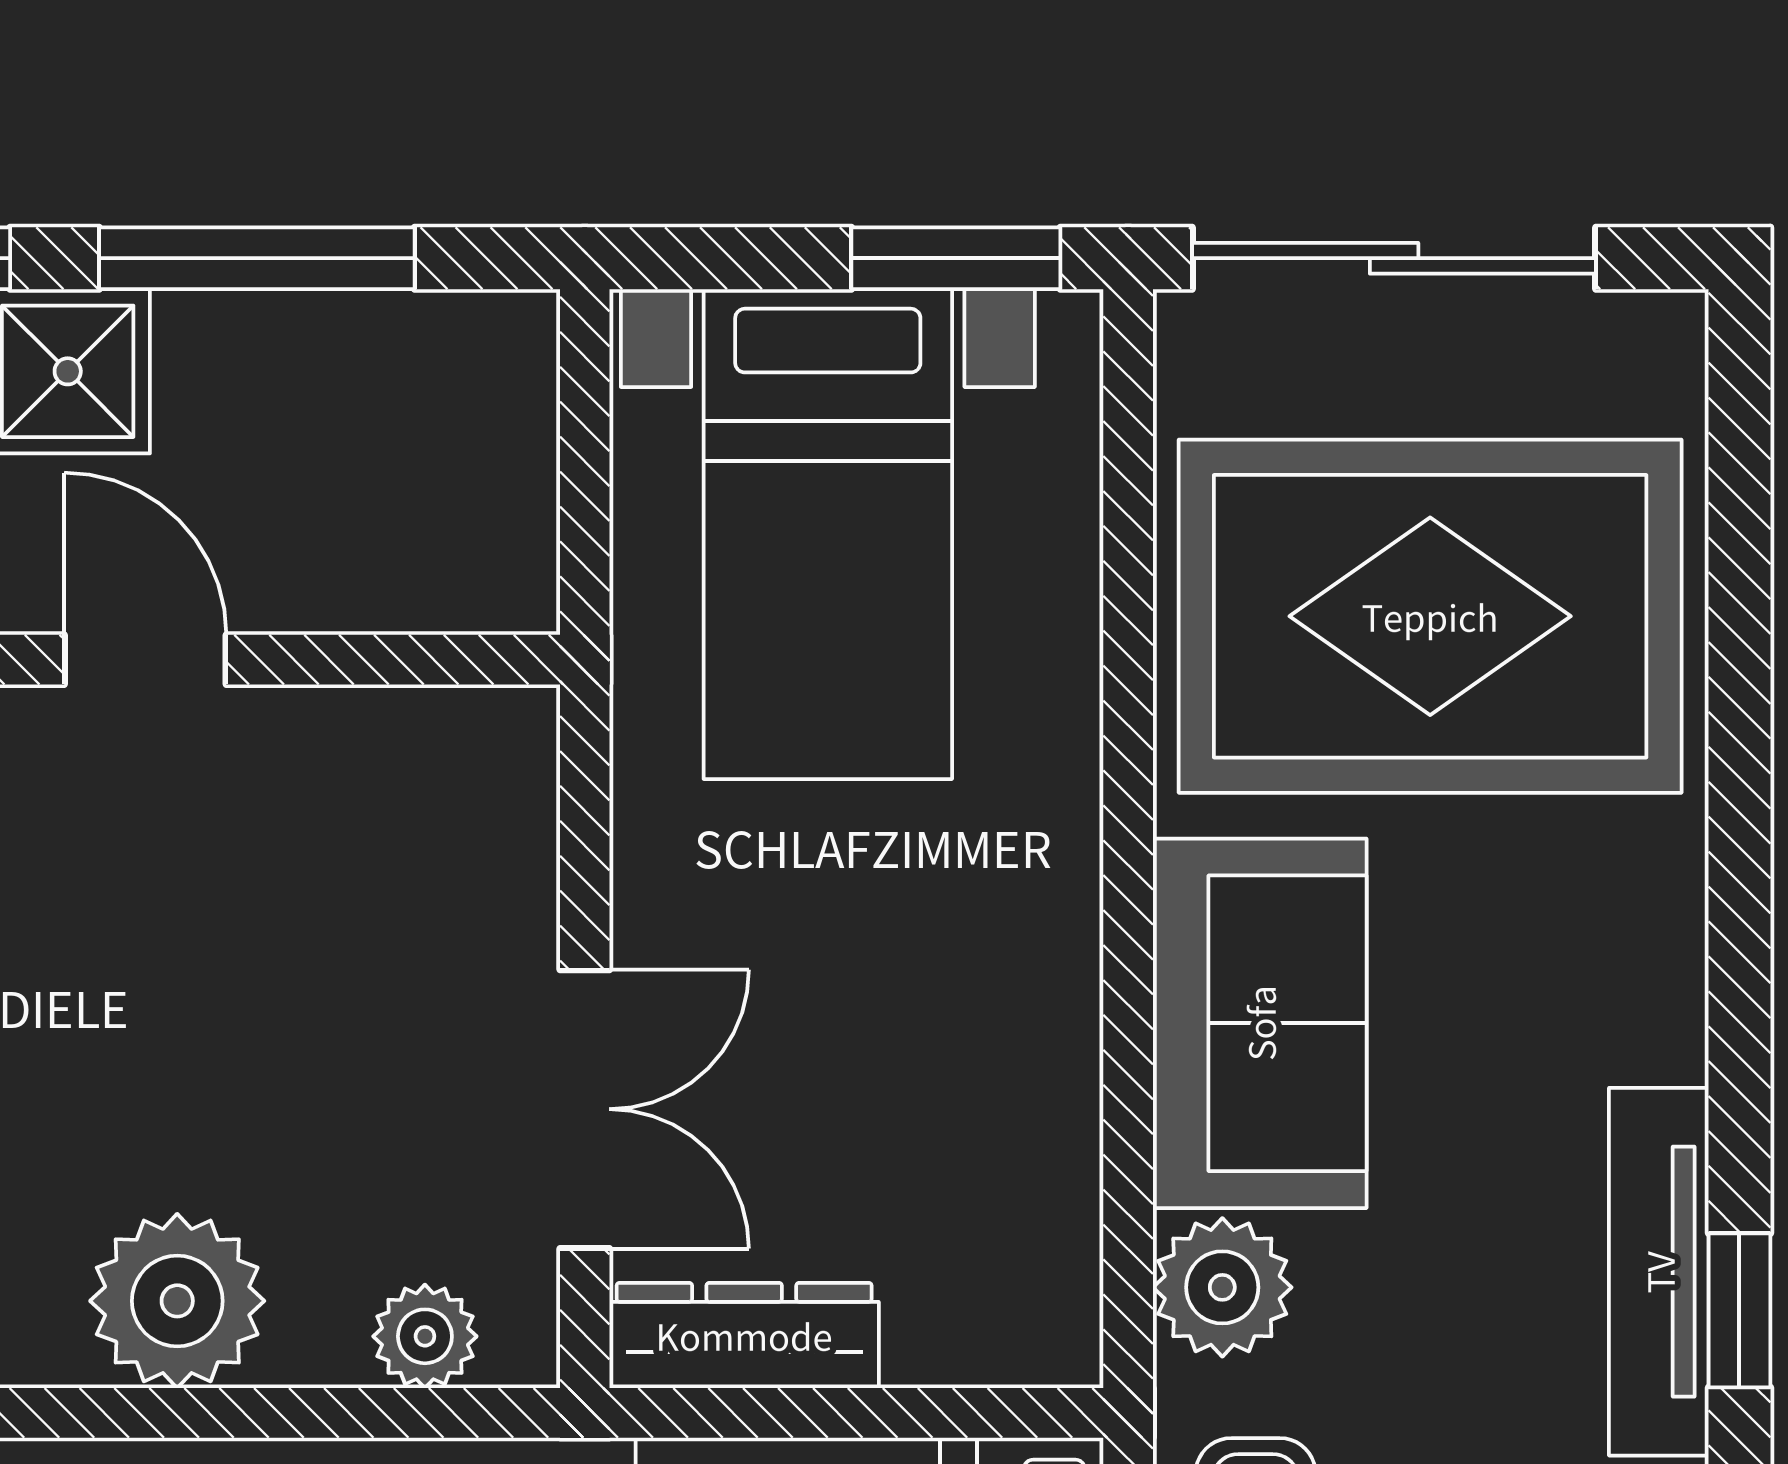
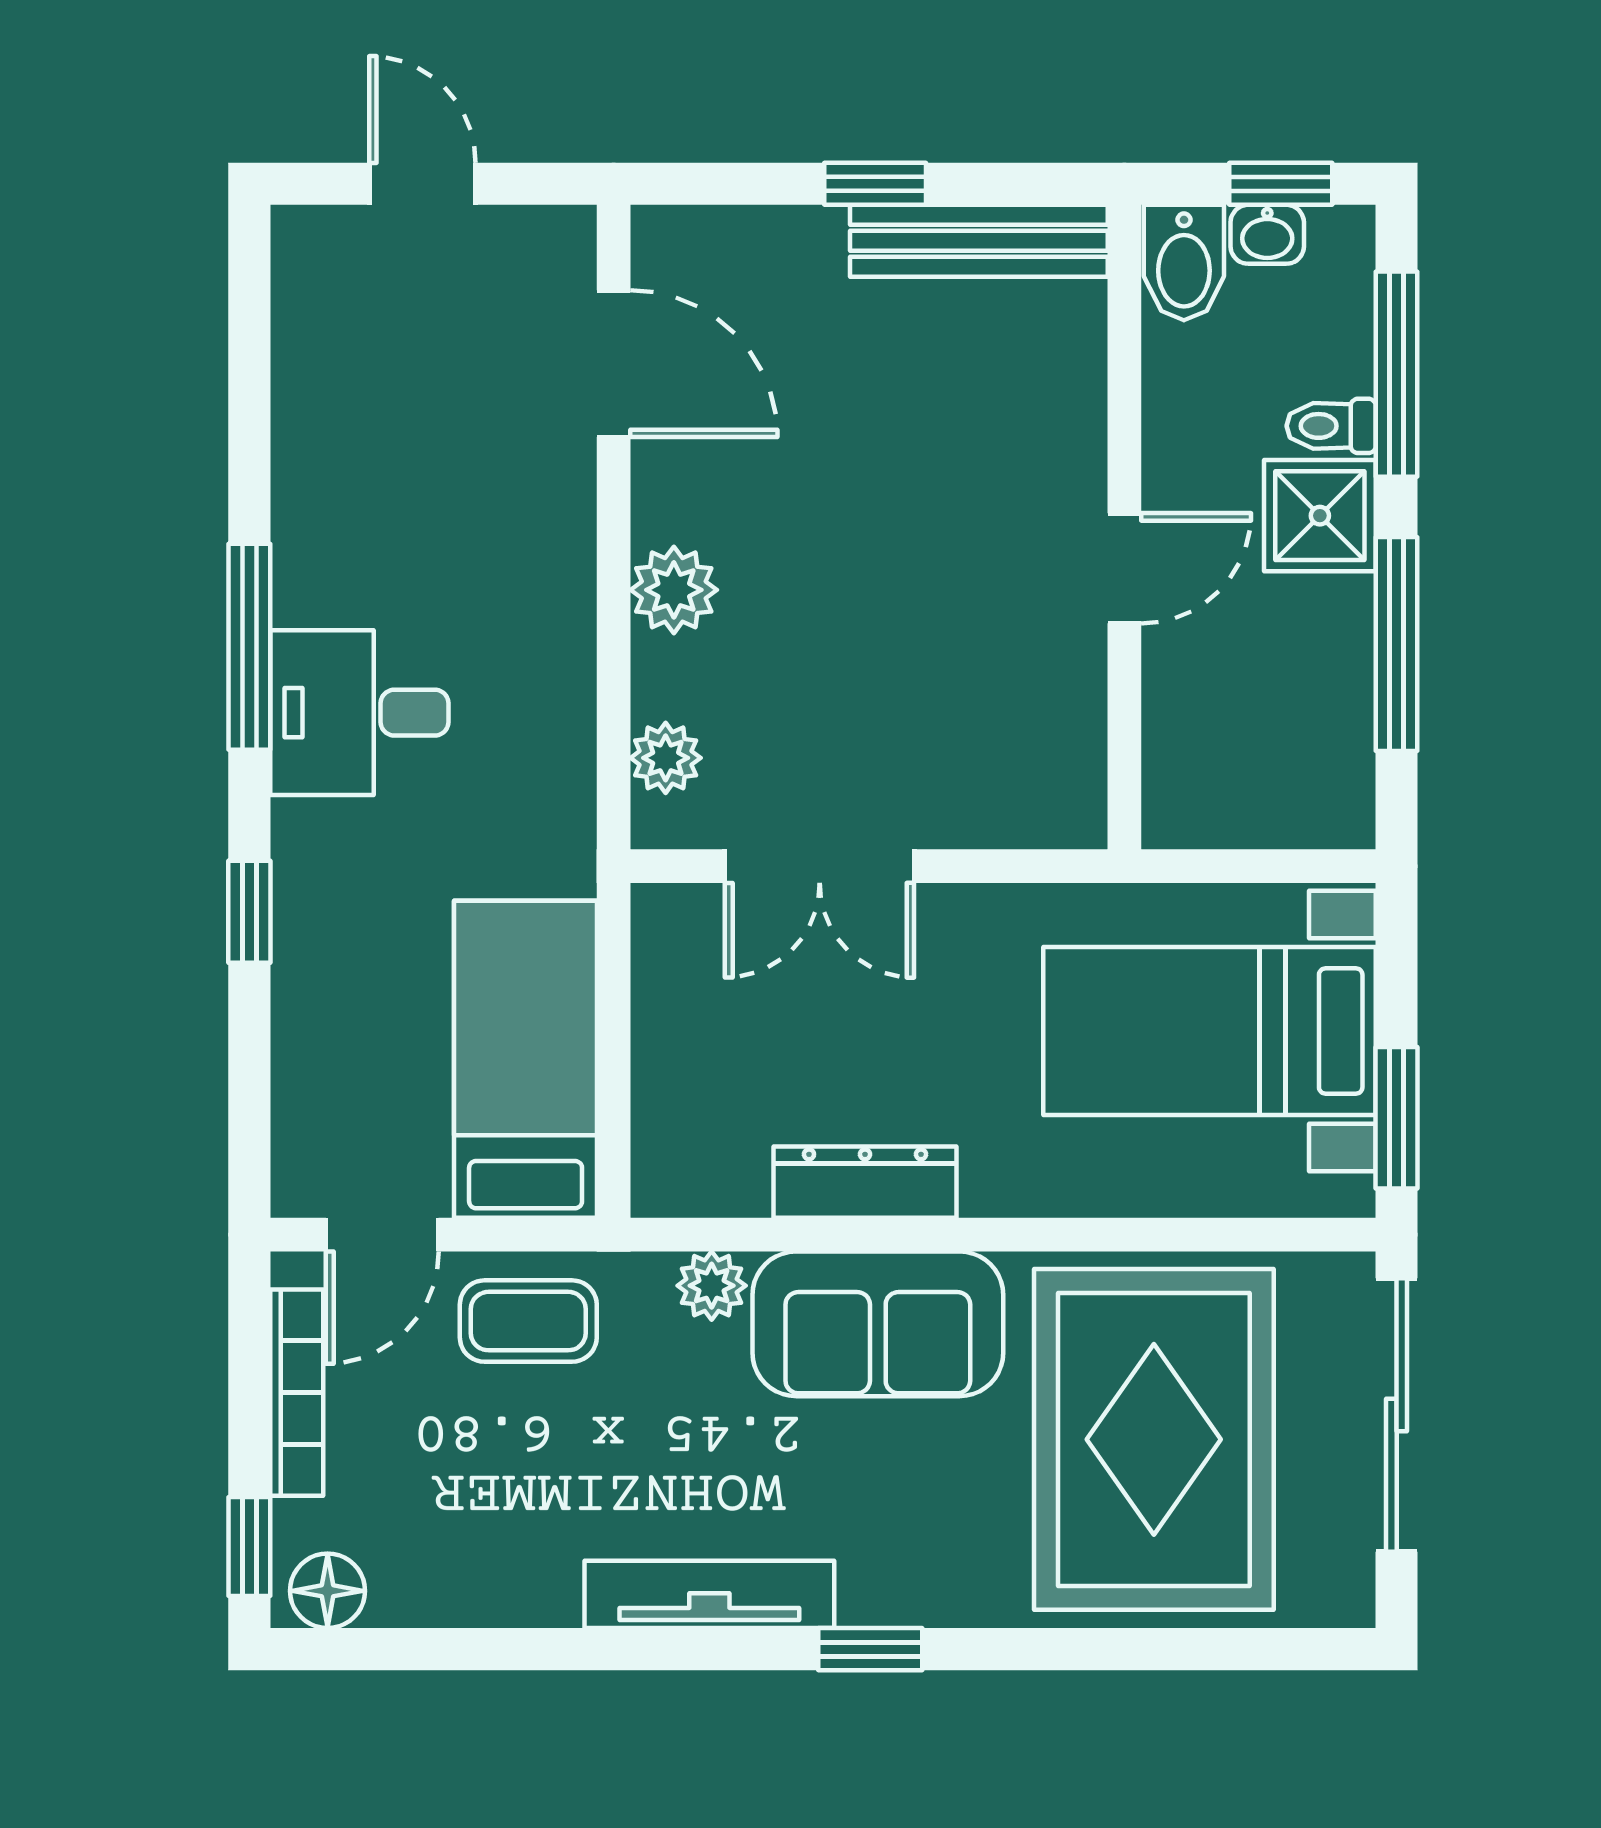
plant: (1222, 1287) -> (712, 1286), width x0.73, depth x0.73
plant: (177, 1301) -> (674, 590), width x0.73, depth x0.73
window: (1739, 1310) -> (870, 1649), moved
dresser: (744, 1335) -> (865, 1182), moved, turned -90

